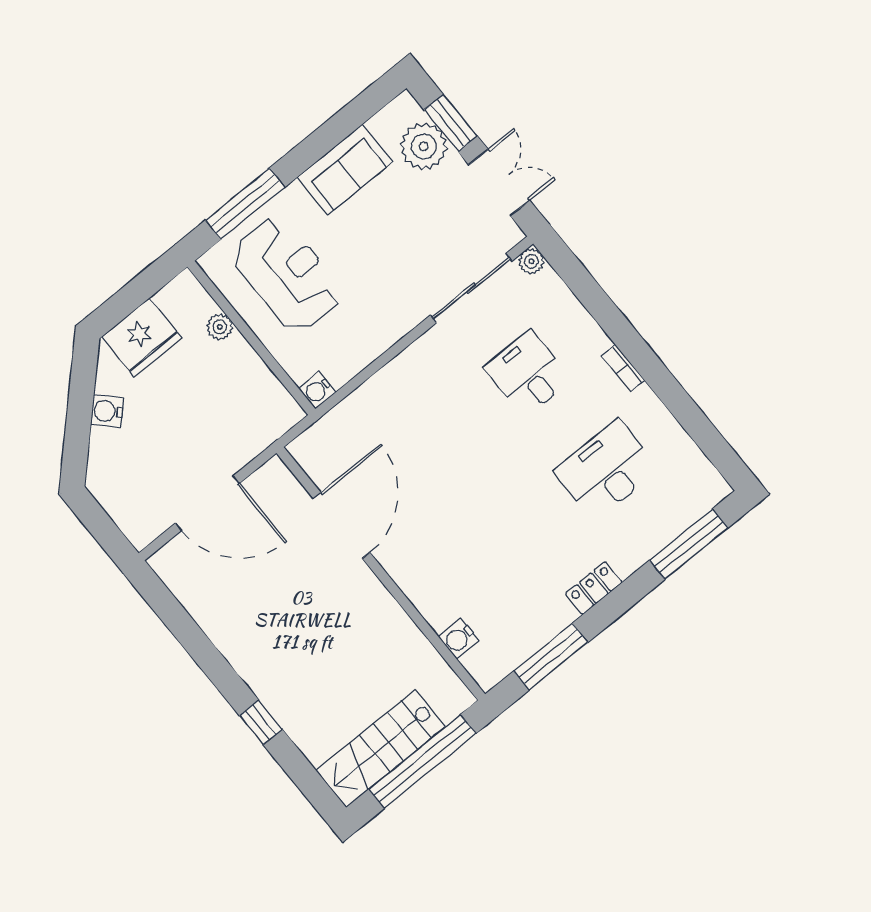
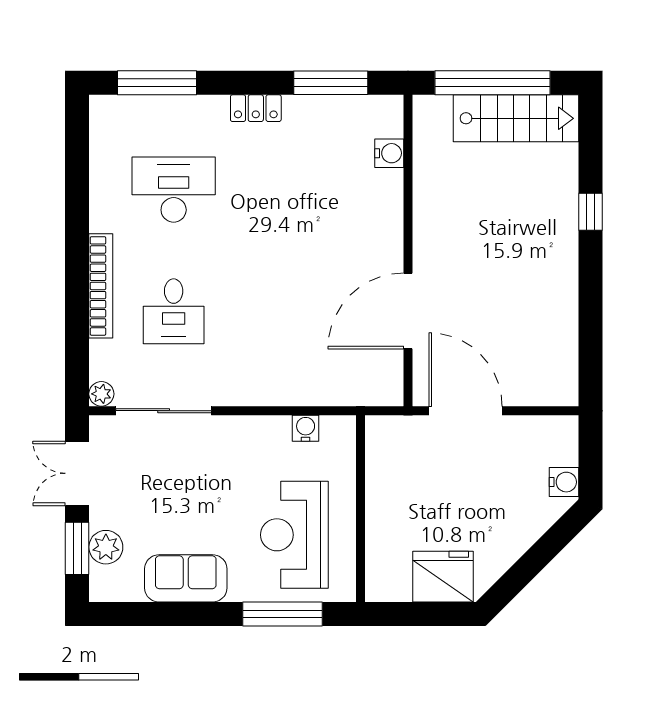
plant: (424, 146) -> (106, 547), width x0.73, depth x0.73
plant: (220, 327) -> (378, 536), removed
bookcase: (623, 368) -> (101, 286), width x2.31, depth x1.31
water cooler: (317, 390) -> (306, 428), moved, turned -90
water cooler: (107, 411) -> (564, 482), moved, turned -45
desk: (606, 470) -> (174, 190), turned 180
door: (207, 503) -> (466, 411), moved

